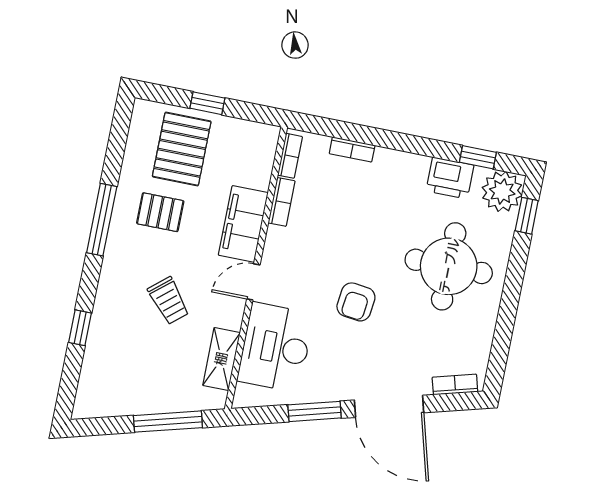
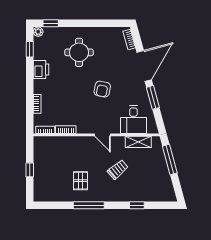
pallet: (182, 149) -> (52, 177), removed
printer: (450, 178) -> (41, 69), moved
plant: (502, 192) -> (38, 32), width x0.53, depth x0.53
filing cabinet: (243, 224) -> (78, 144), removed
round table: (449, 266) -> (79, 52), width x0.73, depth x0.73
armchair: (356, 302) -> (102, 89), turned 94
desk: (276, 347) -> (133, 120), width x0.73

